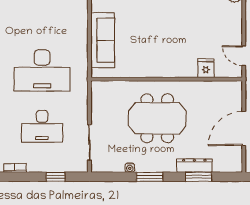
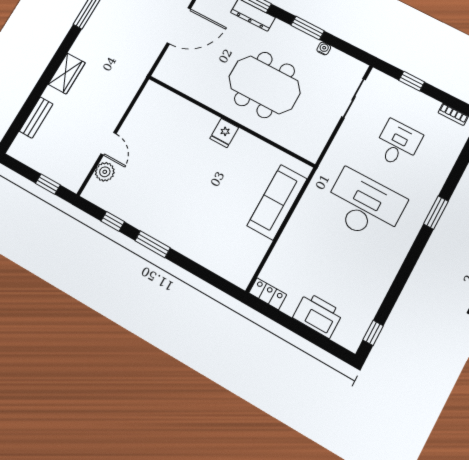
door: (244, 56) -> (109, 144), moved
fridge: (206, 68) -> (224, 133), moved
desk: (42, 126) -> (398, 144), width x0.73

